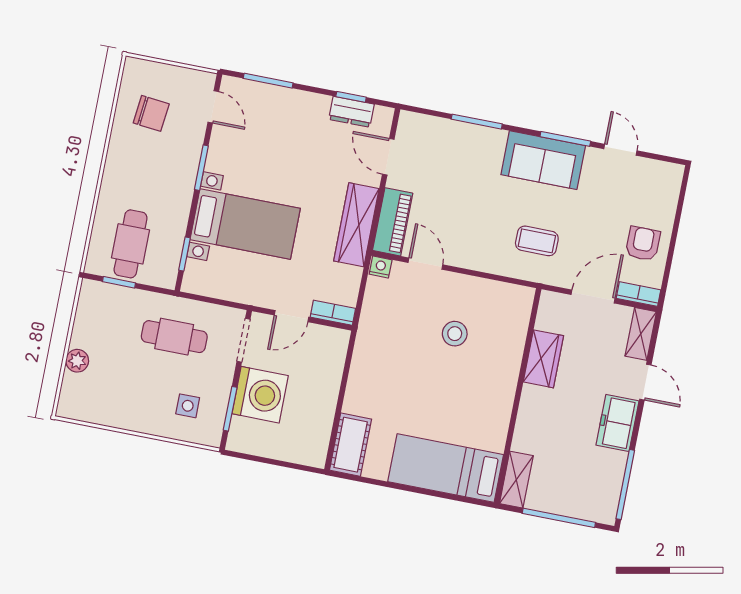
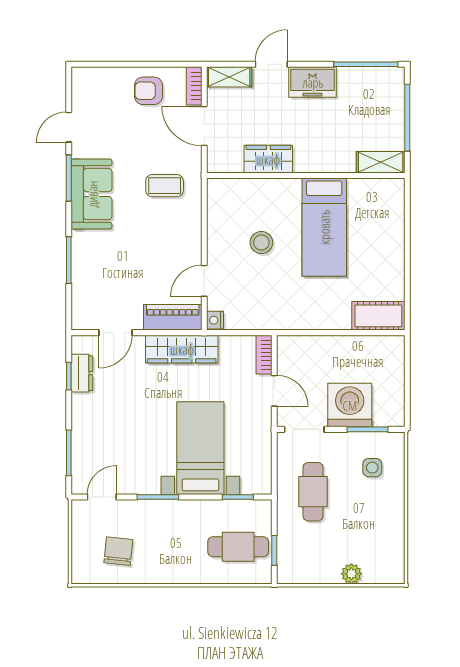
coffee table: (537, 241) -> (165, 186), turned 90
bed: (446, 468) -> (324, 227), moved

